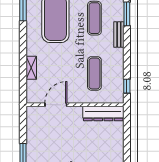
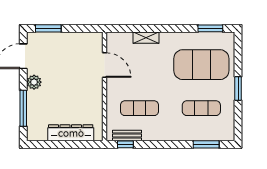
bench: (119, 35) -> (127, 136), moved
dresser: (103, 114) -> (71, 133), moved, turned 90

